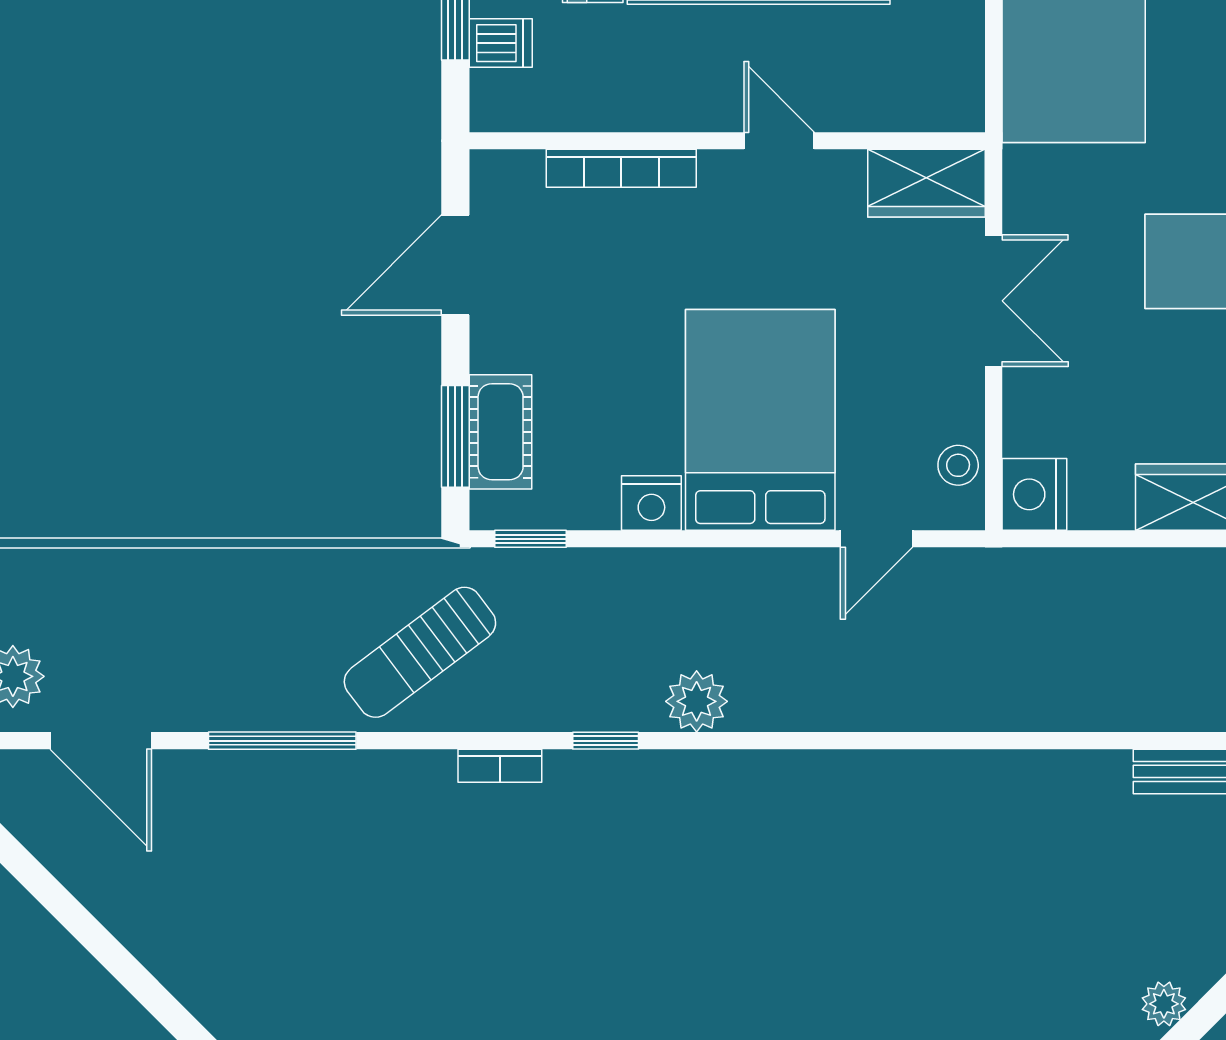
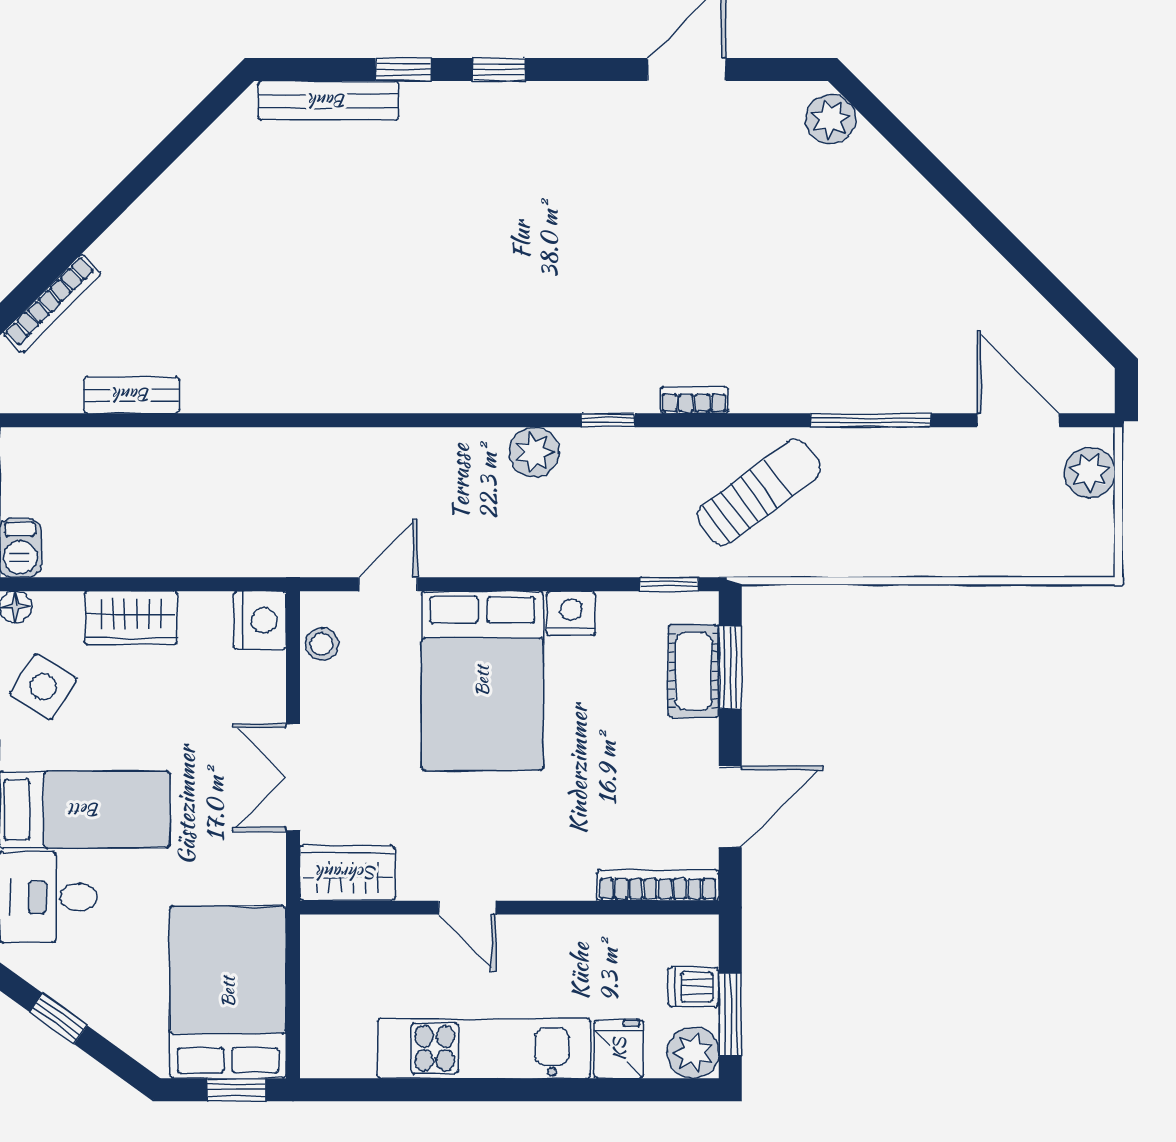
bookcase: (621, 168) -> (658, 885), moved
plant: (1164, 1004) -> (155, 206), removed

